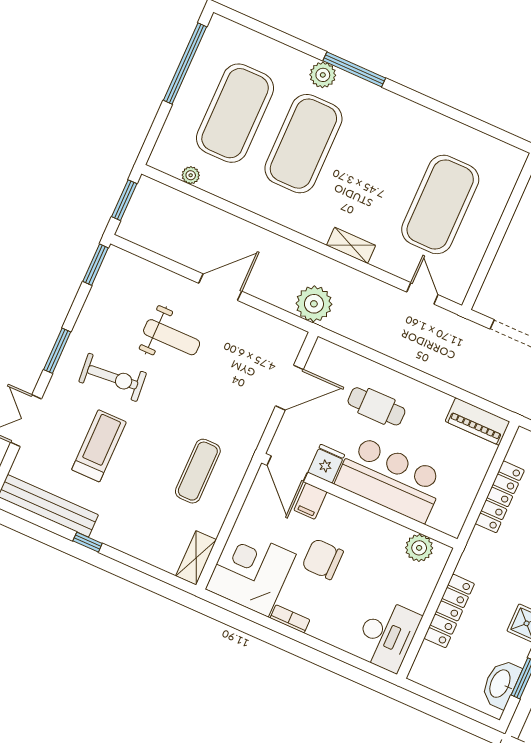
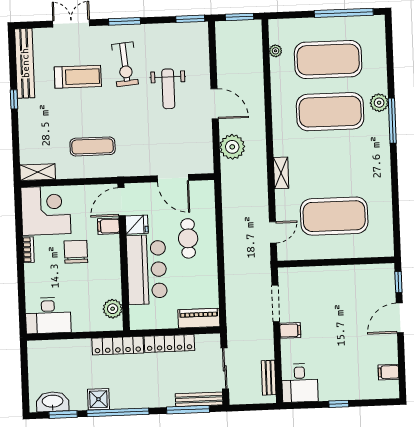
plant: (314, 304) -> (232, 147), moved
piano: (477, 421) -> (199, 318), moved, turned 90
locker: (449, 611) -> (118, 346), moved

